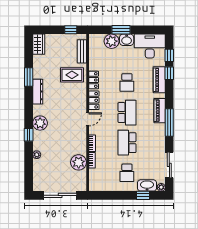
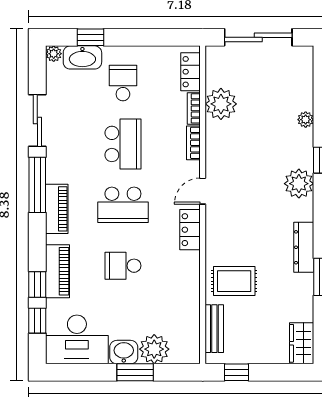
locker: (94, 80) -> (191, 72), moved
school desk: (127, 82) -> (123, 266), turned -90
school desk: (127, 113) -> (123, 205), turned -90
sliding door: (169, 165) -> (37, 121), moved

